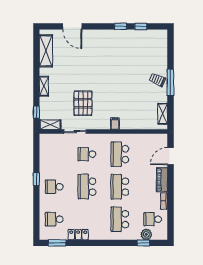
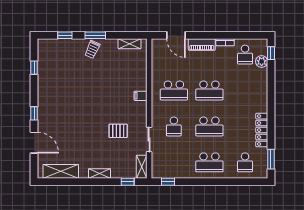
door: (72, 26) -> (34, 143), hinge flipped
window: (121, 26) -> (34, 113), moved
window: (170, 55) -> (65, 35), added
window: (170, 82) -> (95, 35), width x0.69
pallet: (83, 103) -> (118, 131), width x0.67, depth x0.71
window: (36, 179) -> (168, 182), moved
school desk: (54, 187) -> (209, 162), width x1.85
school desk: (120, 219) -> (245, 91), removed
locker: (78, 235) -> (262, 130), width x1.53
window: (143, 243) -> (271, 53), moved

